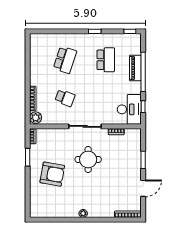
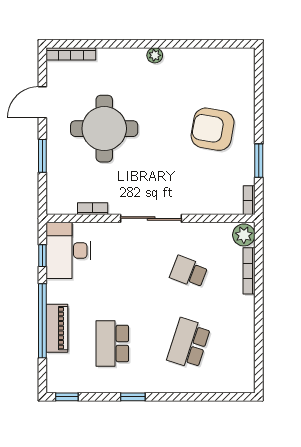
round table: (88, 159) -> (104, 129), moved, width x1.36, depth x1.36

